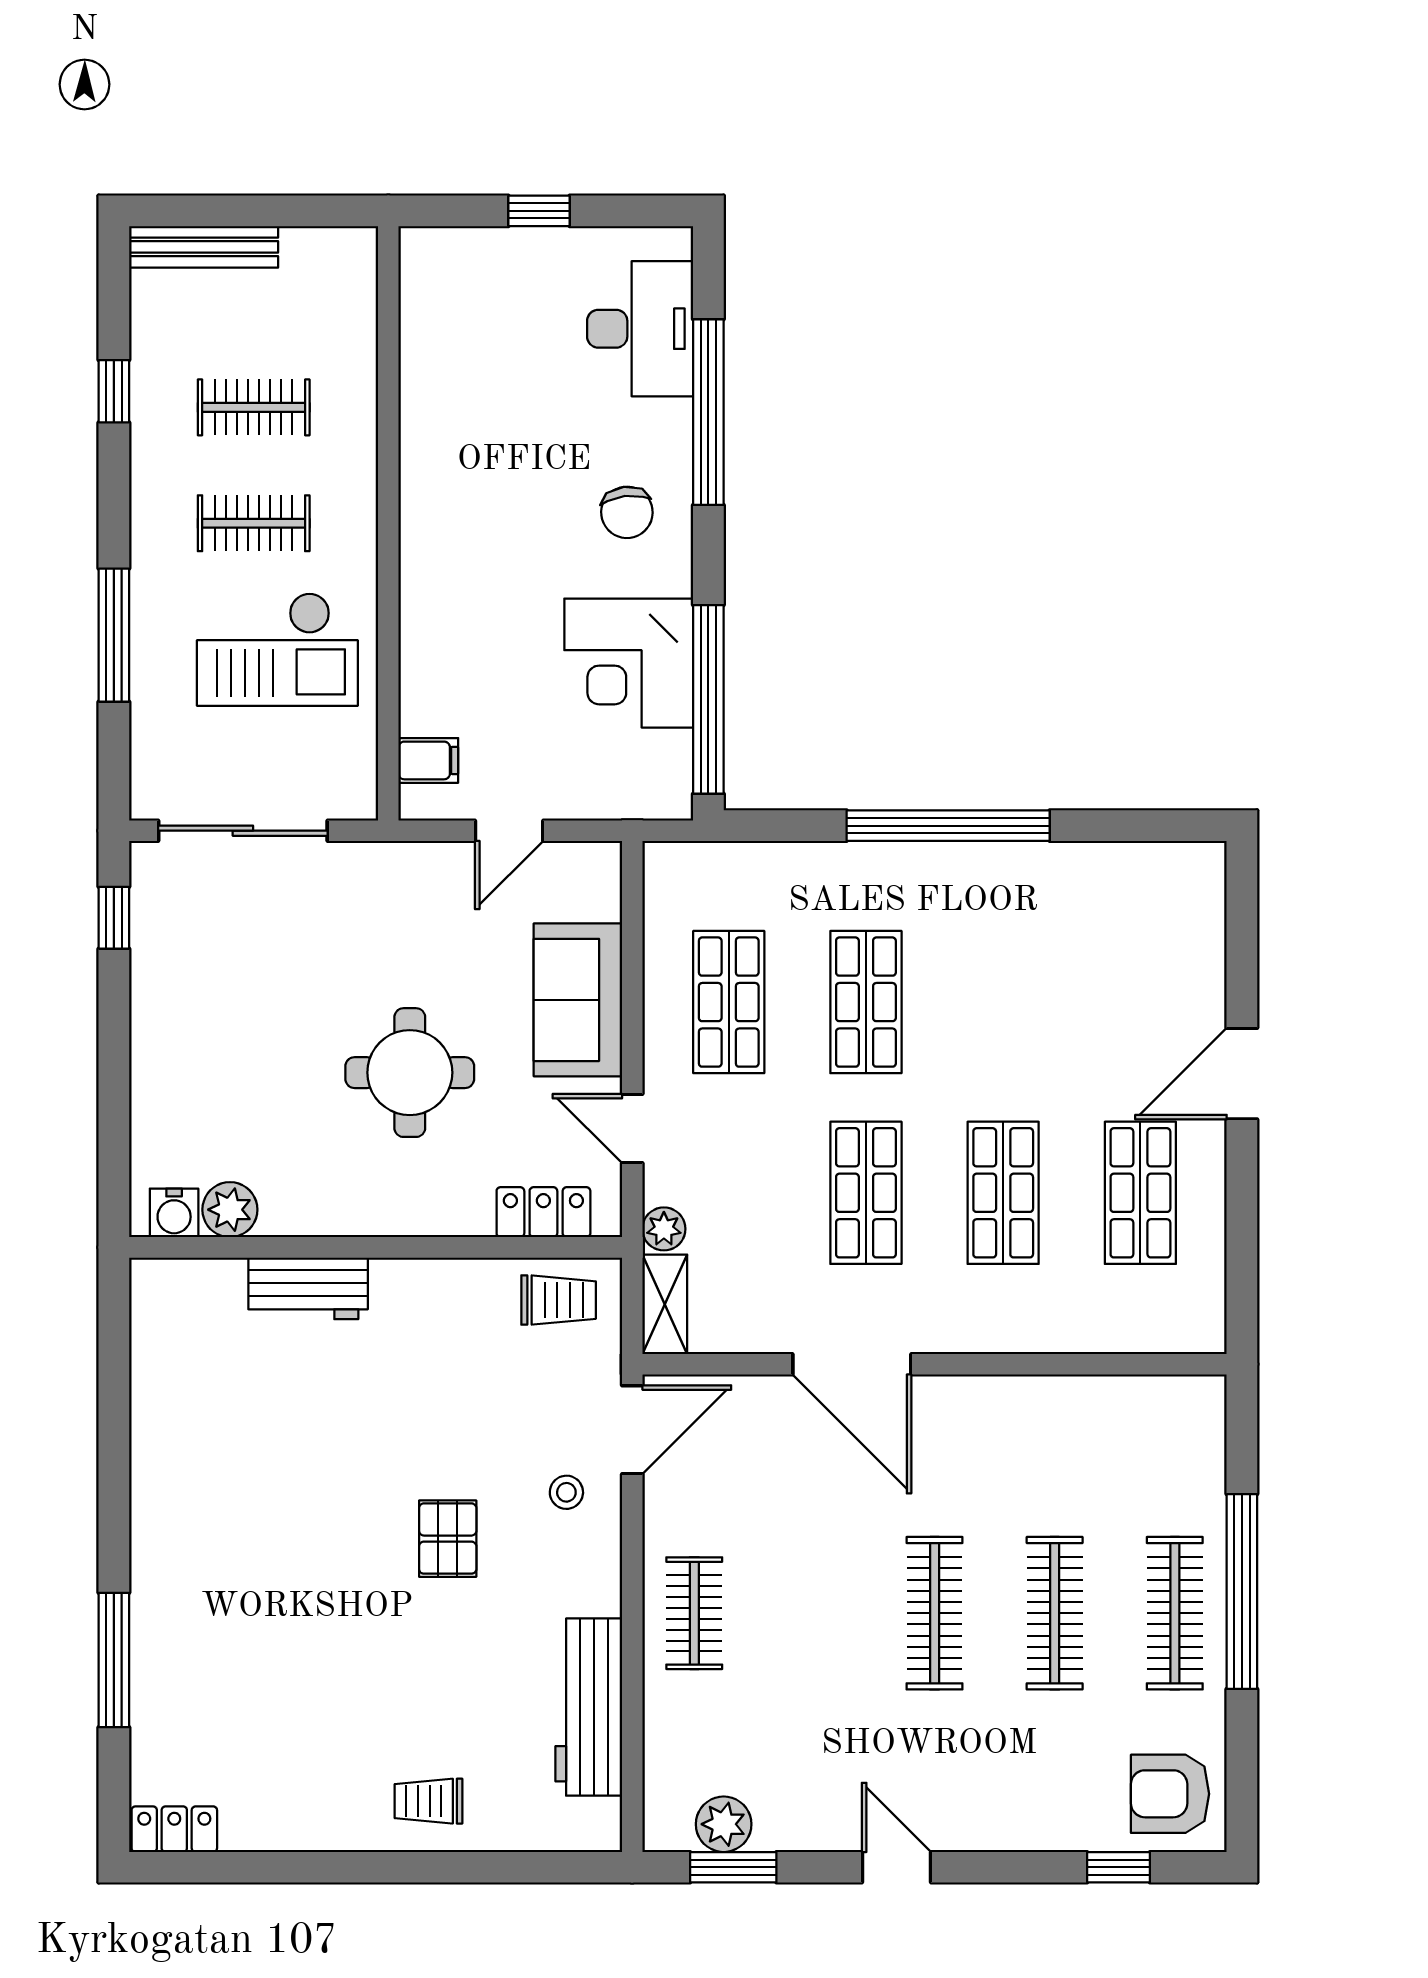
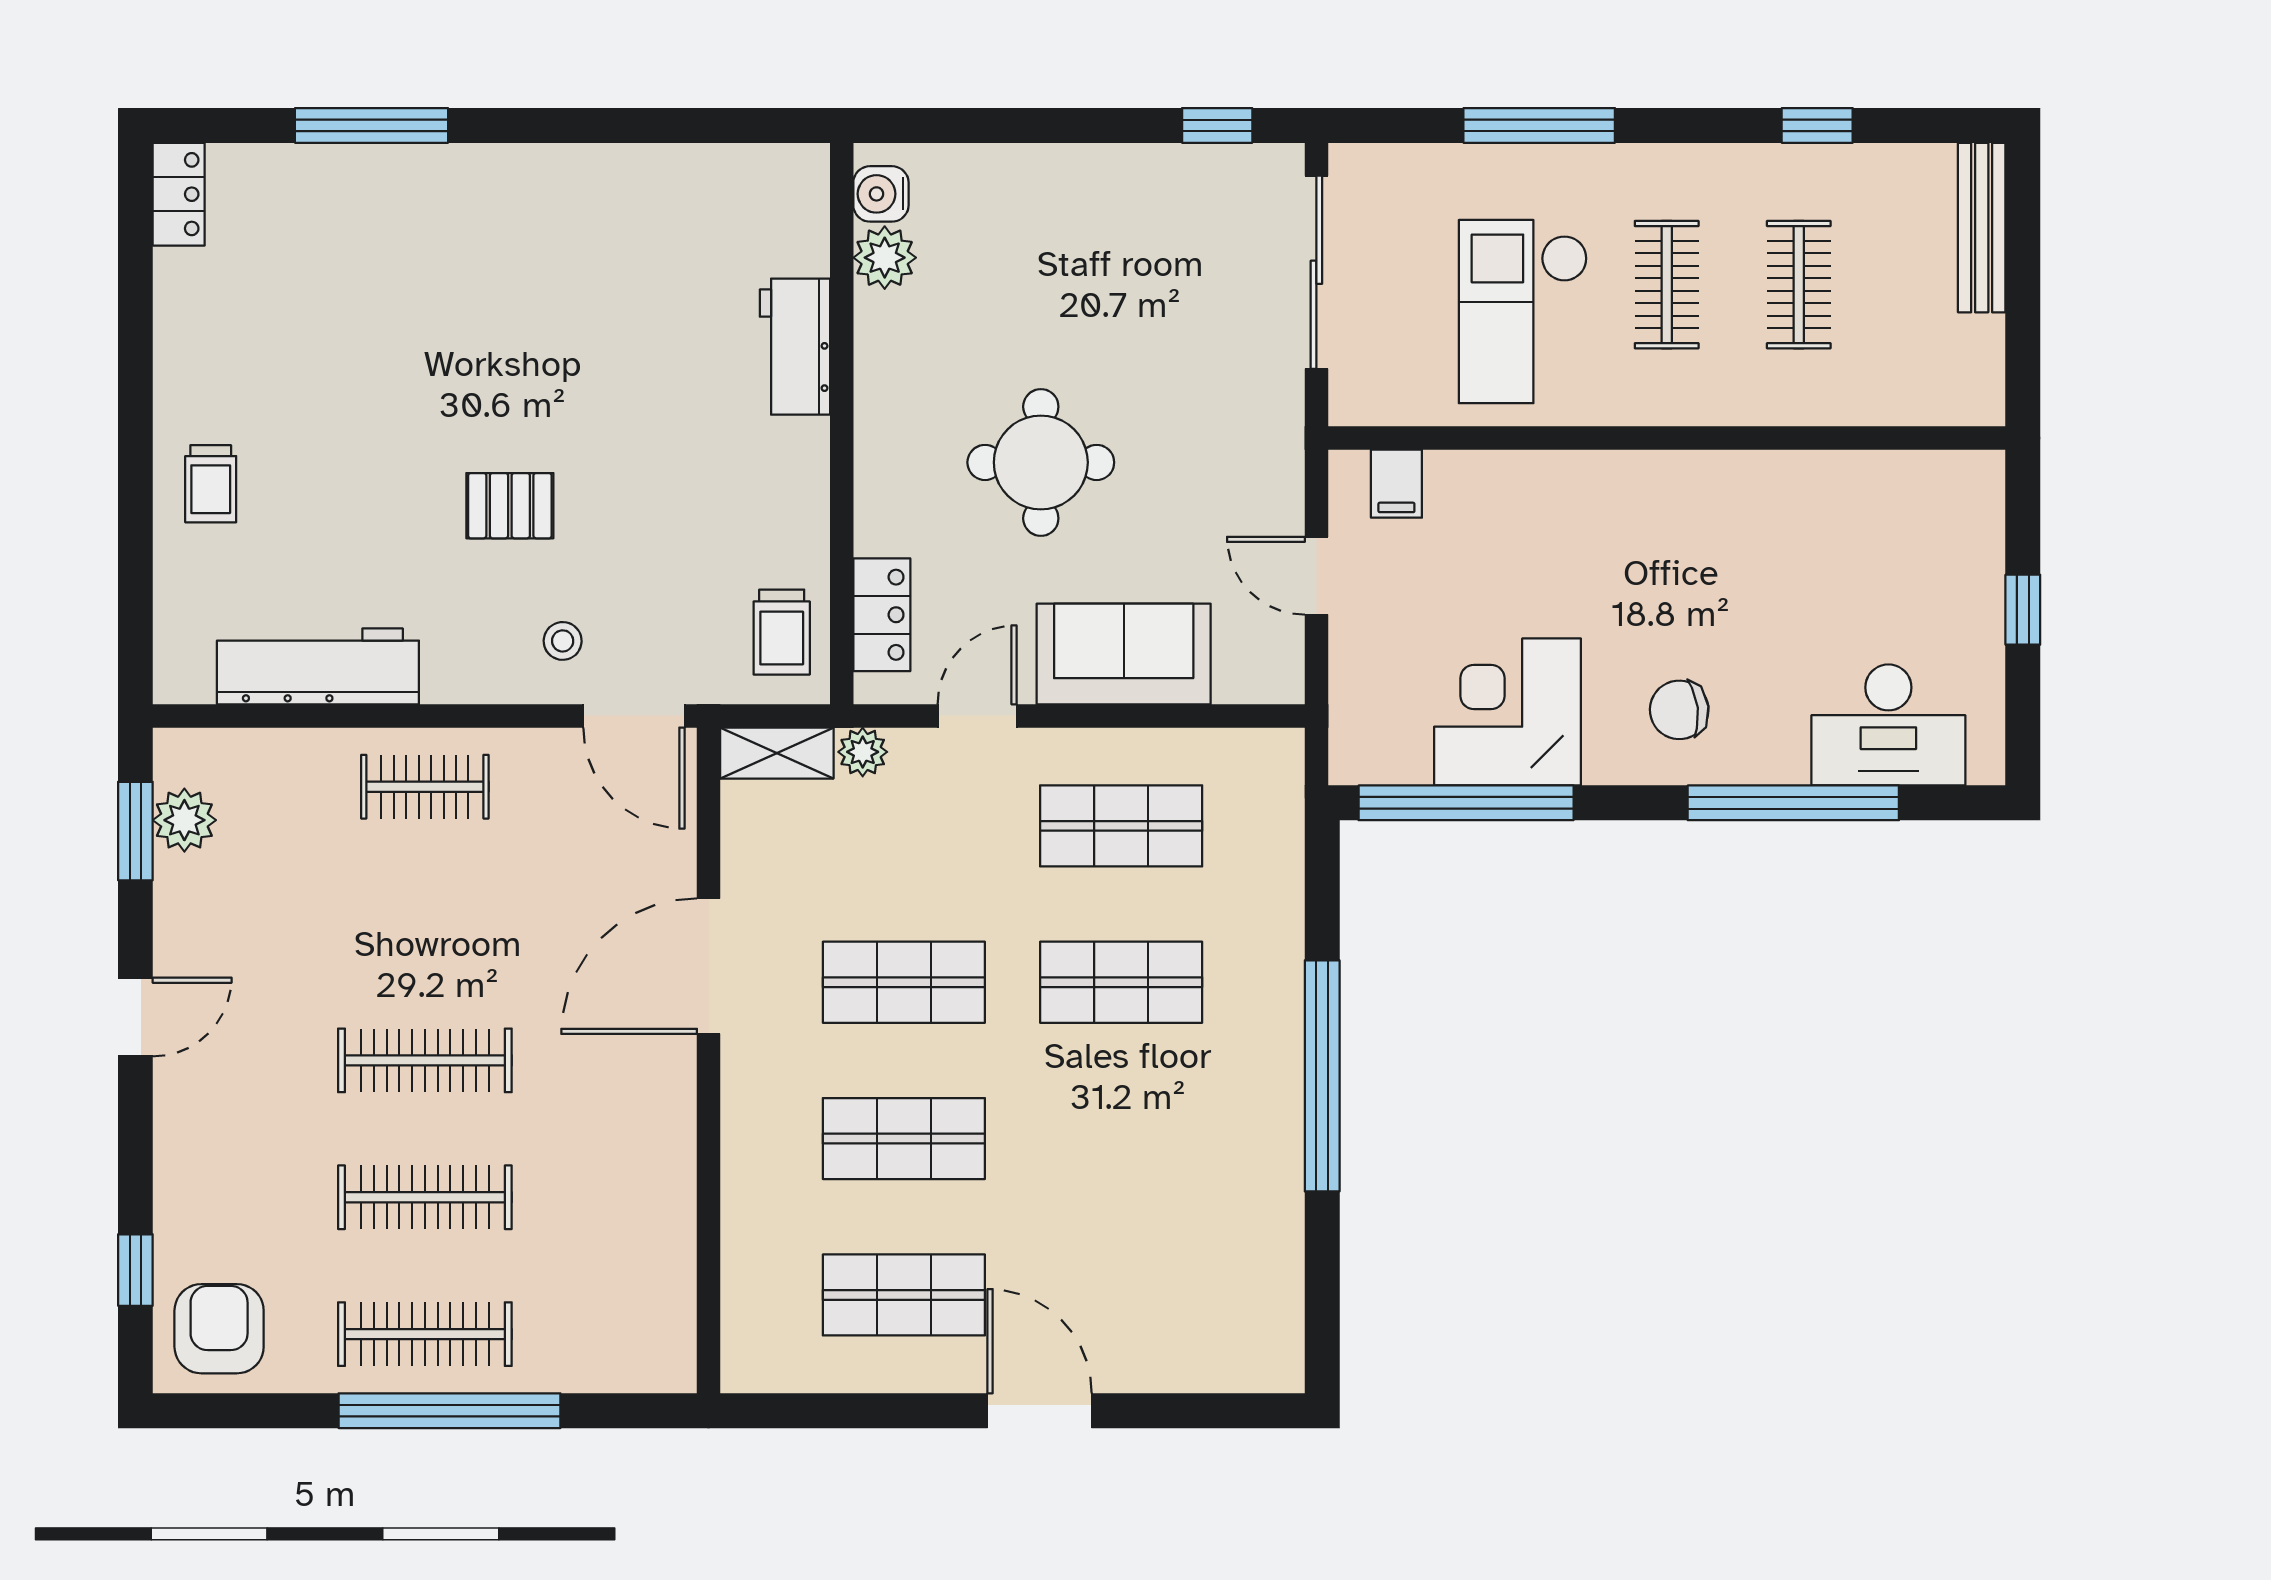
trolley: (428, 1801) -> (211, 484), turned 180

